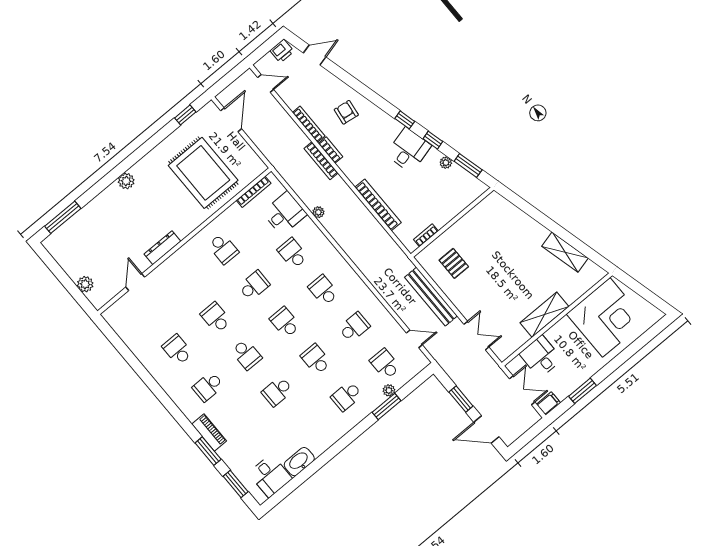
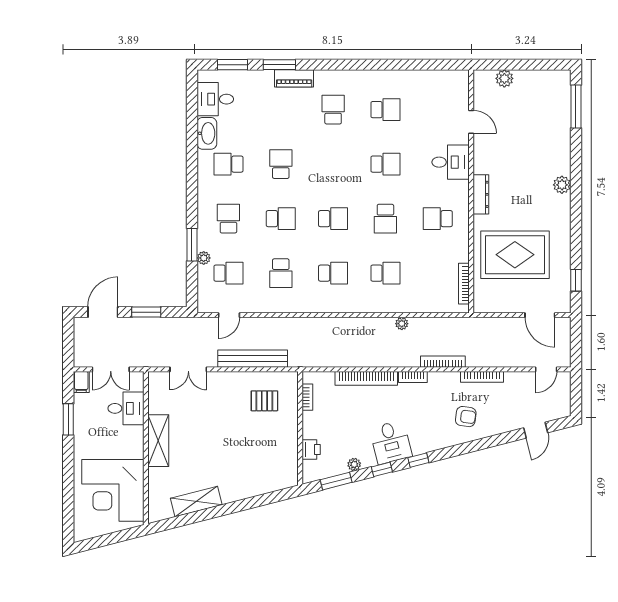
printer: (282, 51) -> (311, 449), moved, turned 180
bookcase: (331, 150) -> (413, 377), moved
desk: (285, 213) -> (451, 162), moved, turned -90
dresser: (162, 248) -> (481, 194), moved
school desk: (247, 354) -> (228, 164), moved

